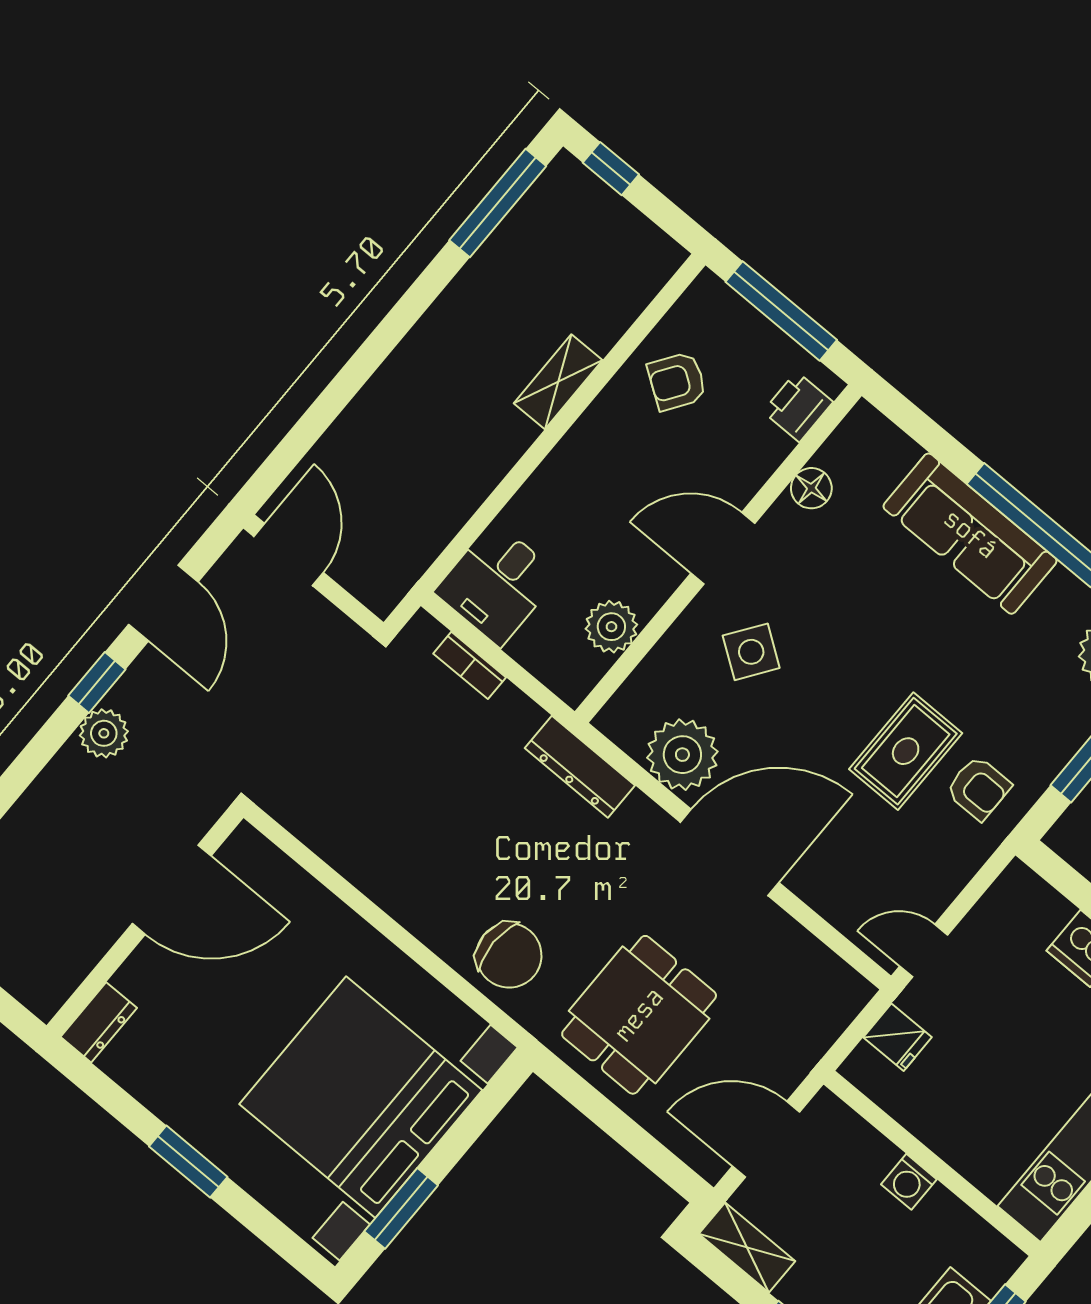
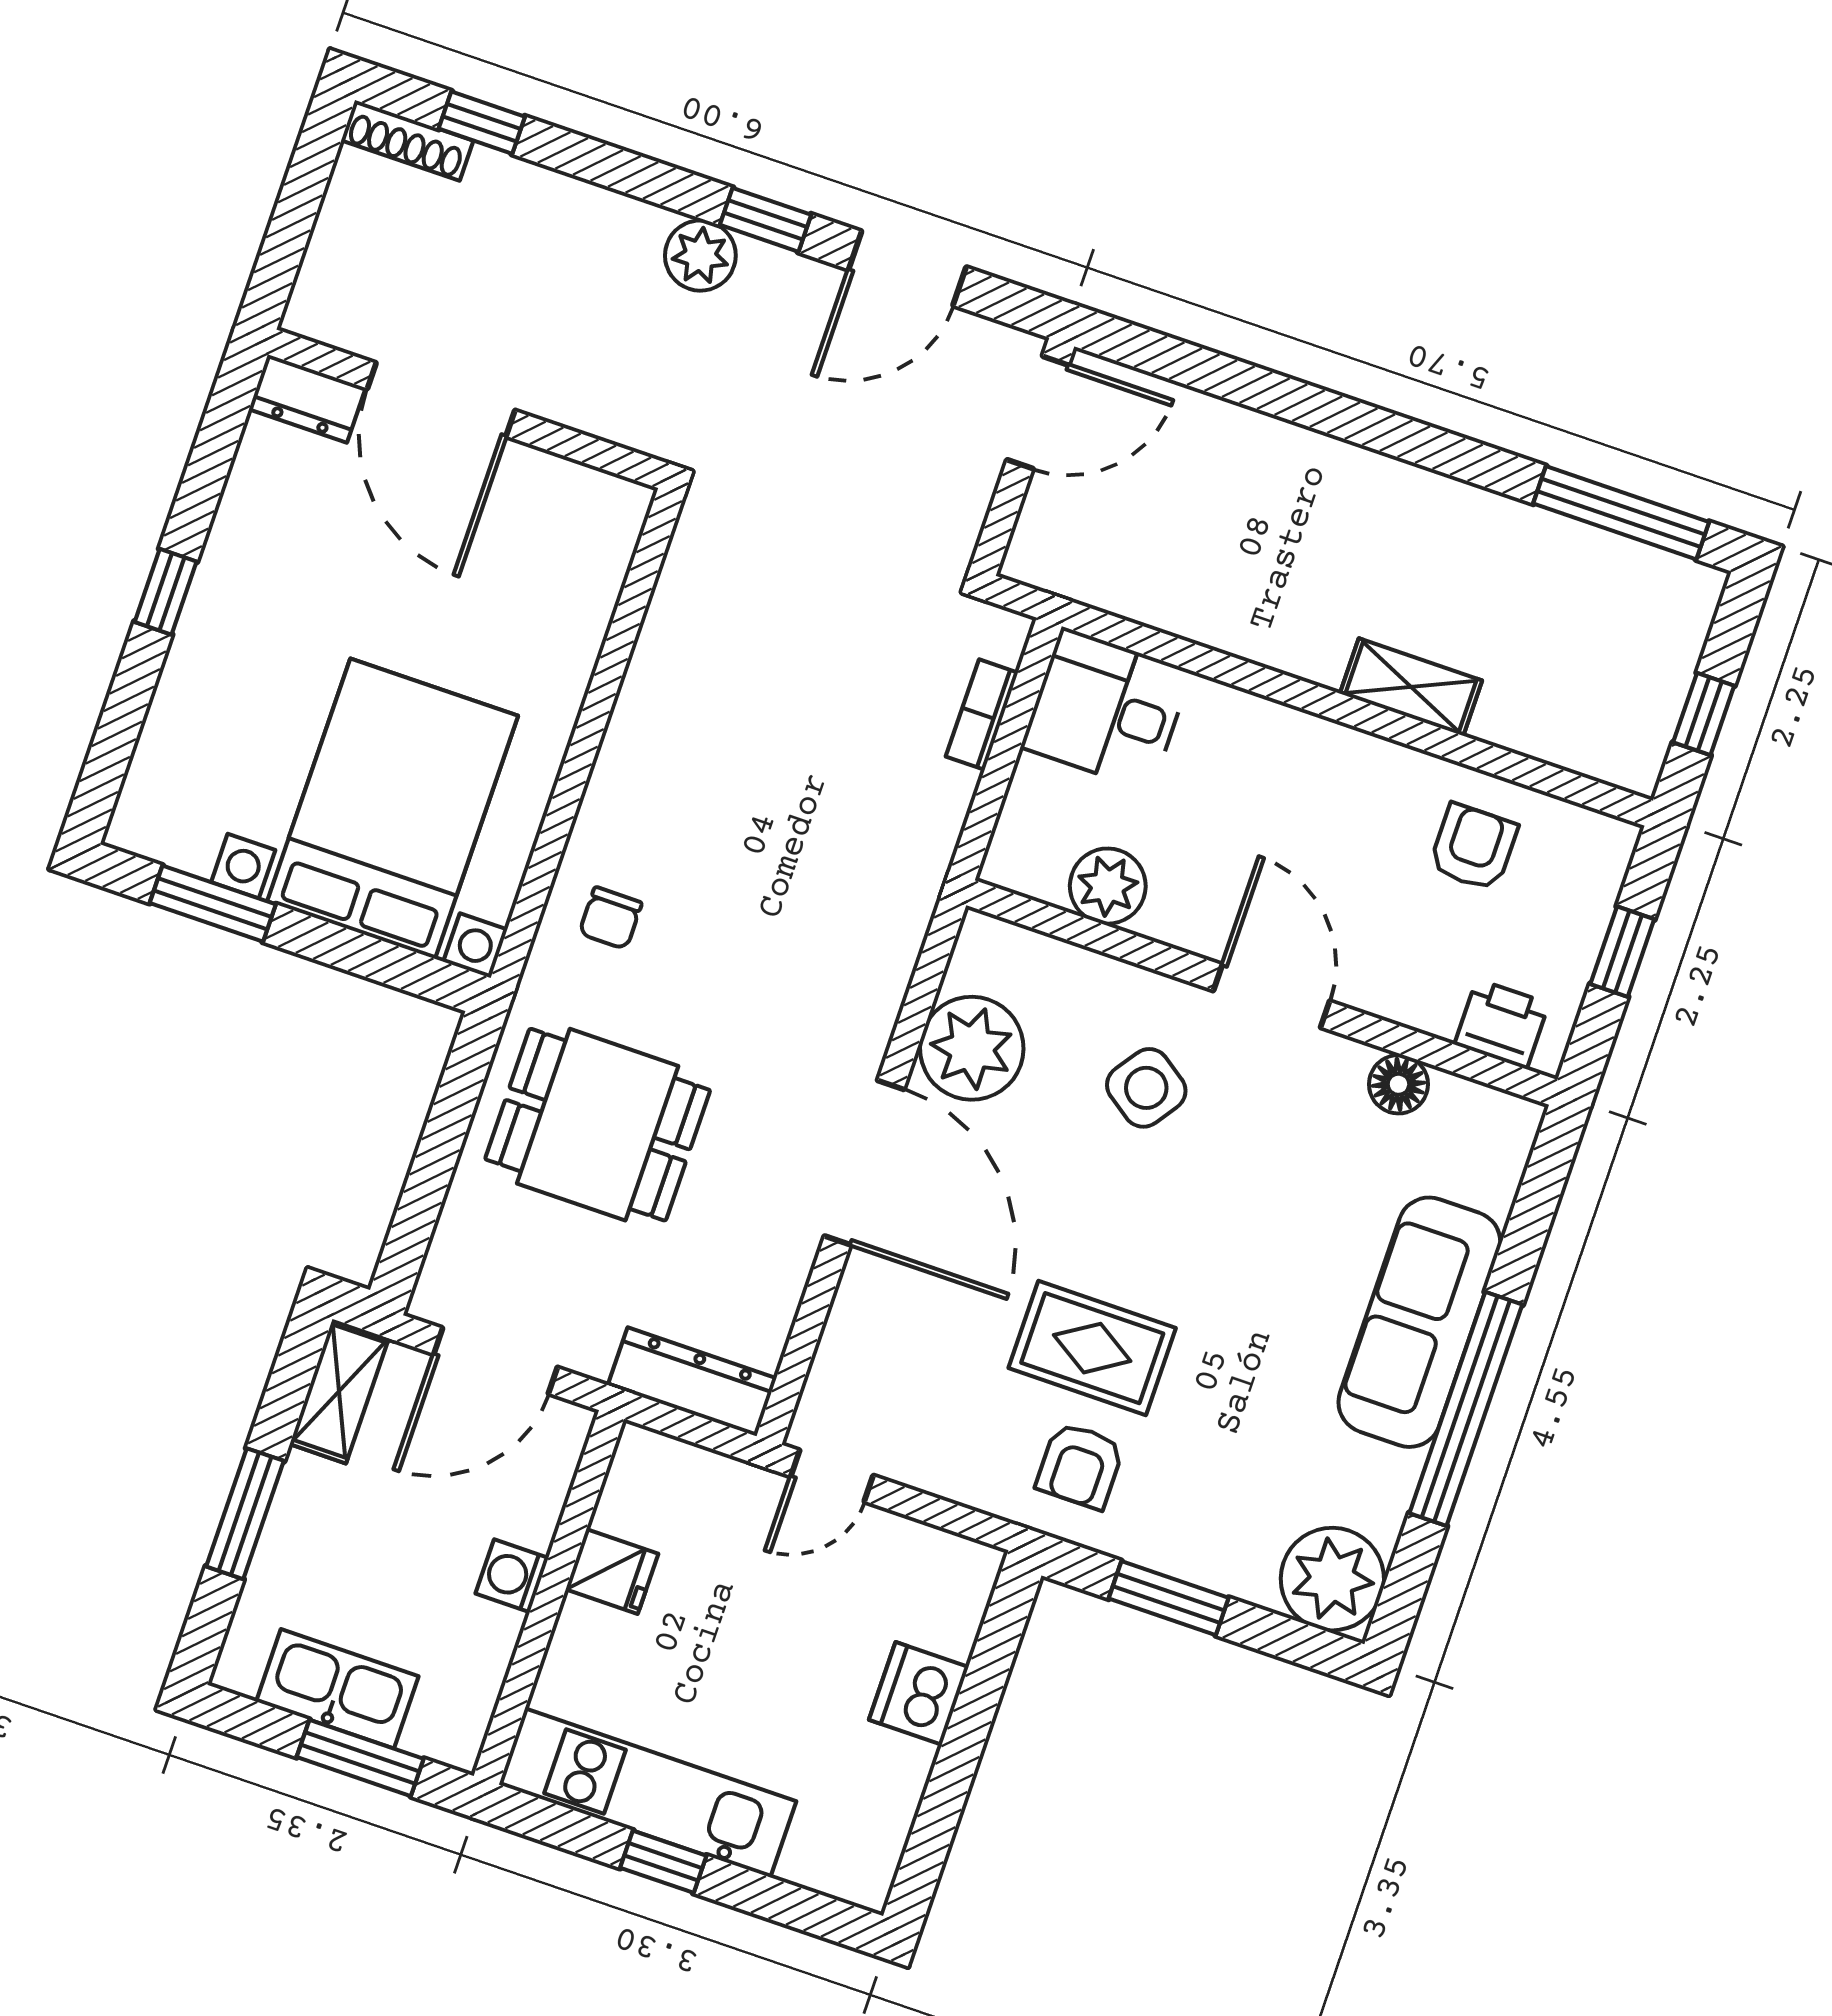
window: (611, 169) -> (1704, 714), moved
window: (781, 311) -> (1622, 952), width x0.46
armchair: (677, 381) -> (1473, 847), turned 56
dresser: (580, 767) -> (692, 1382), moved, turned 90
door: (172, 890) -> (441, 400), moved
door: (924, 951) -> (832, 1476), swing flipped
chair: (509, 955) -> (610, 918), width x0.54, depth x0.54
fridge: (897, 1037) -> (612, 1571), moved, turned -90
bed with nightstands: (361, 1097) -> (393, 809), width x0.73
door: (766, 1139) -> (495, 1361), swing flipped
window: (188, 1162) -> (166, 592), width x0.67

